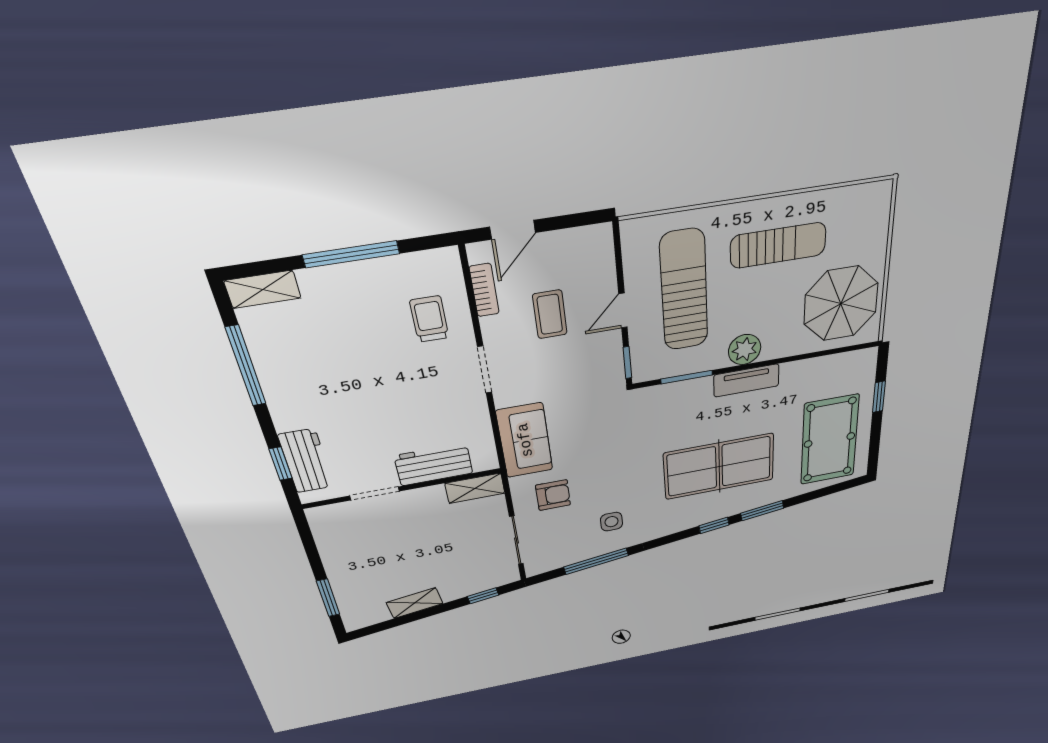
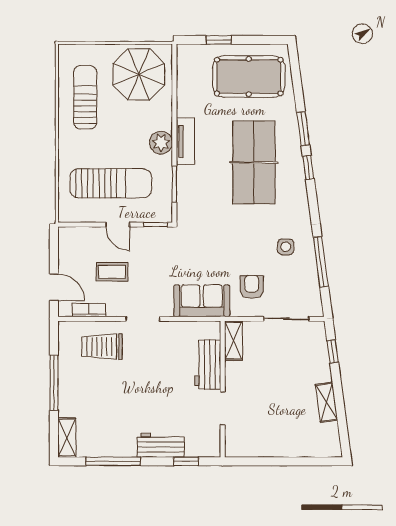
sun lounger: (778, 245) -> (85, 97), moved
sun lounger: (684, 291) -> (111, 183), turned 180
trolley: (429, 319) -> (102, 347), width x1.36, depth x1.39
workbench: (306, 461) -> (161, 445), moved
window: (328, 598) -> (305, 461), removed

